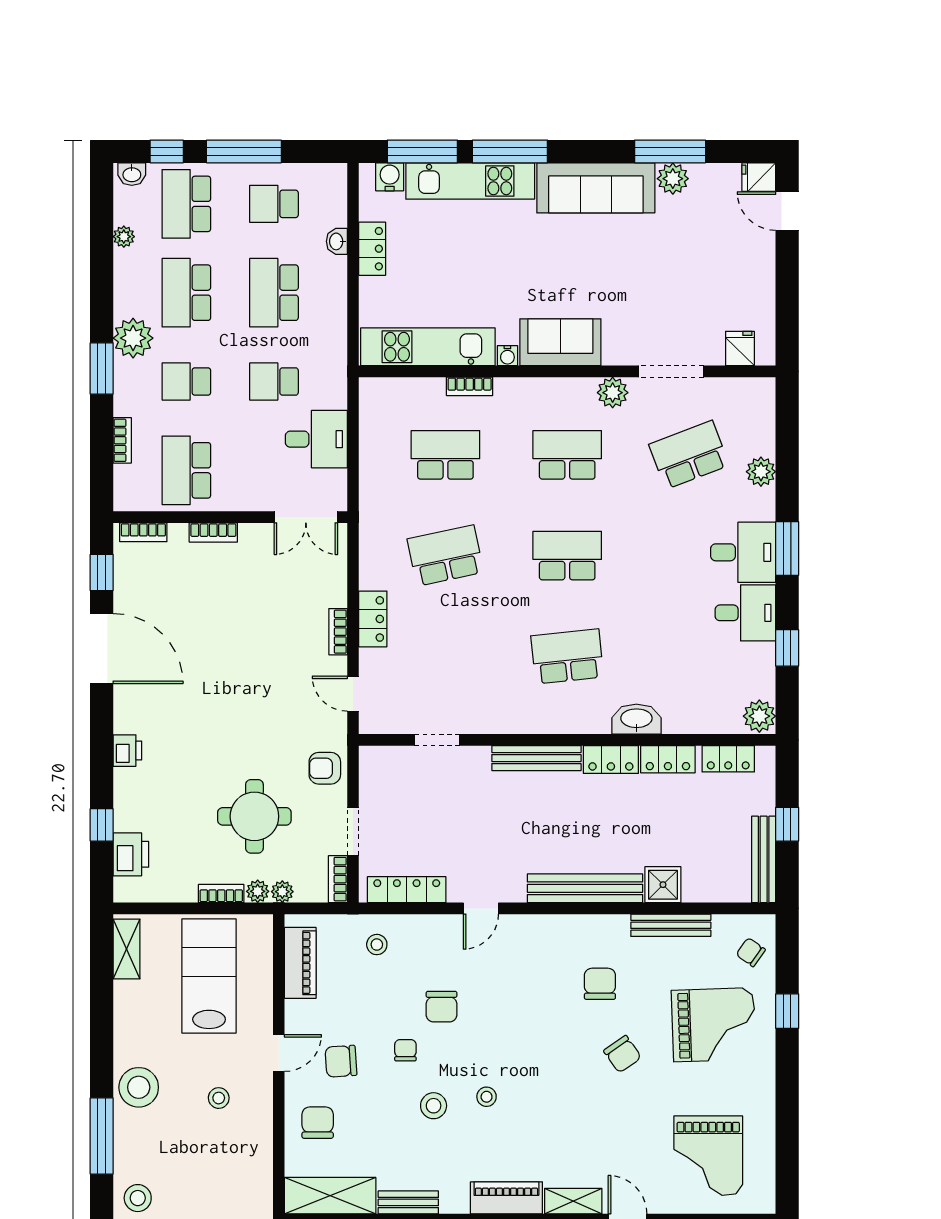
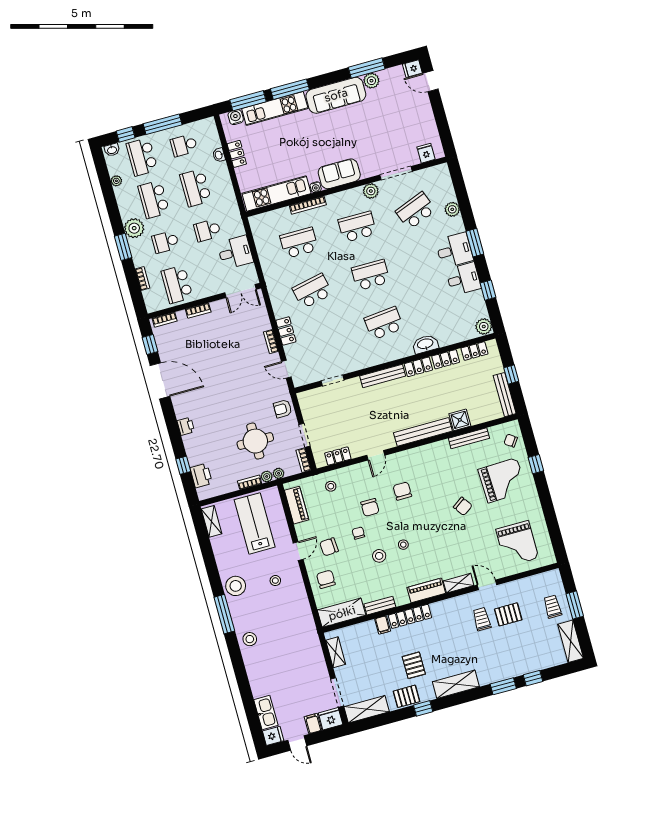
bookcase: (470, 386) -> (308, 205), width x1.56
locker: (407, 890) -> (338, 456), width x0.66
chair: (600, 984) -> (402, 491), moved

